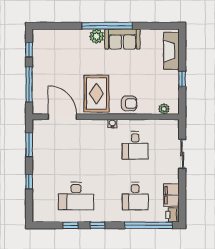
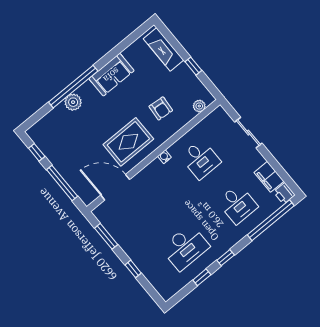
window: (107, 26) -> (73, 87), moved
plant: (97, 36) -> (73, 102), moved
rug: (96, 94) -> (128, 142), turned 90
armchair: (129, 103) -> (161, 108), moved, turned 95

